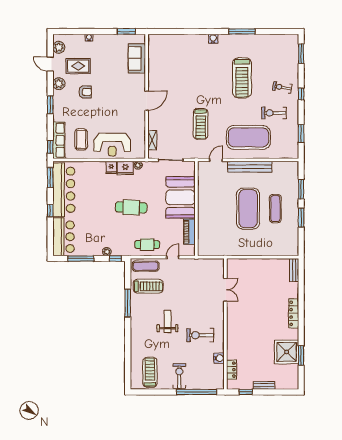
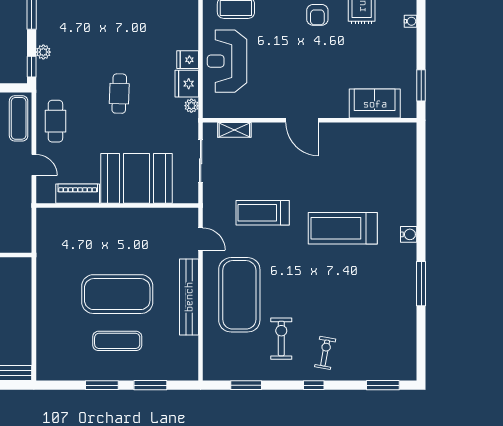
treadmill: (242, 78) -> (343, 228), moved
cafe table: (131, 207) -> (119, 94), width x0.73, depth x0.74

